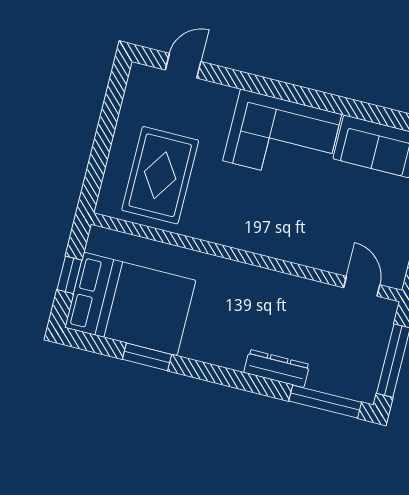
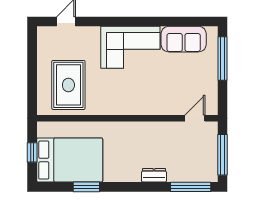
door: (362, 286) -> (195, 118), hinge flipped
dresser: (277, 368) -> (154, 175), width x0.70

